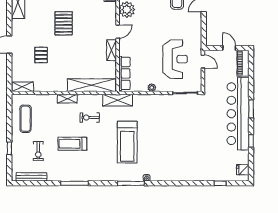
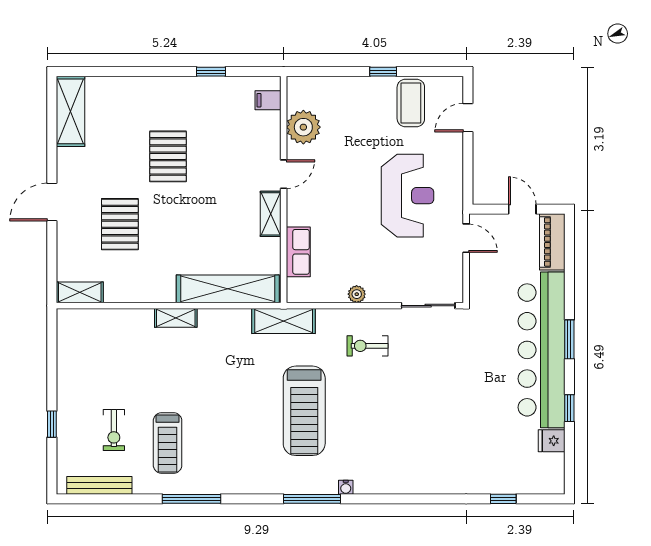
pallet: (41, 55) -> (120, 224), width x1.50, depth x1.42
reception desk: (175, 59) -> (408, 196), moved
row of seats: (124, 73) -> (298, 252), width x0.68
exercise bike: (90, 118) -> (368, 346), moved
exercise mat: (26, 119) -> (87, 361), removed
treadmill: (72, 144) -> (168, 443), moved, turned -90
fridge: (243, 170) -> (552, 441), moved

